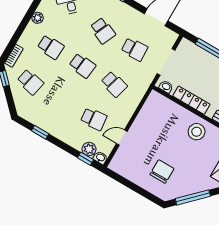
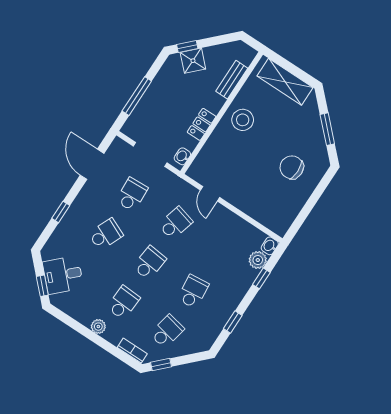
plant: (38, 18) -> (98, 327), moved
locker: (191, 100) -> (202, 124), width x0.66
school desk: (94, 119) -> (193, 292), moved
door: (122, 137) -> (210, 194), moved
window: (85, 159) -> (261, 278), moved
window: (193, 197) -> (327, 129), width x0.69

